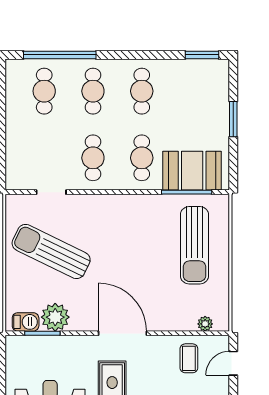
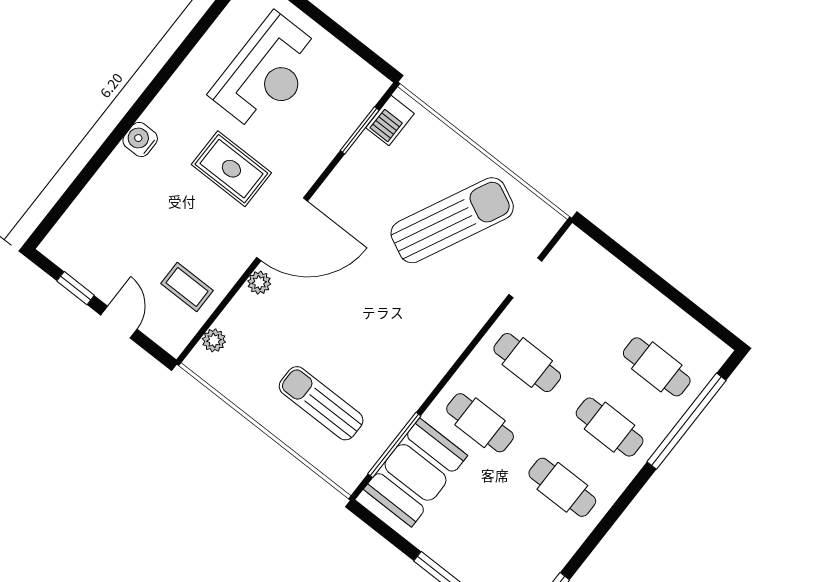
sun lounger: (194, 245) -> (321, 403), width x0.73, depth x0.75
plant: (55, 317) -> (259, 283), moved, width x0.53, depth x0.53
door: (233, 363) -> (119, 322), moved

